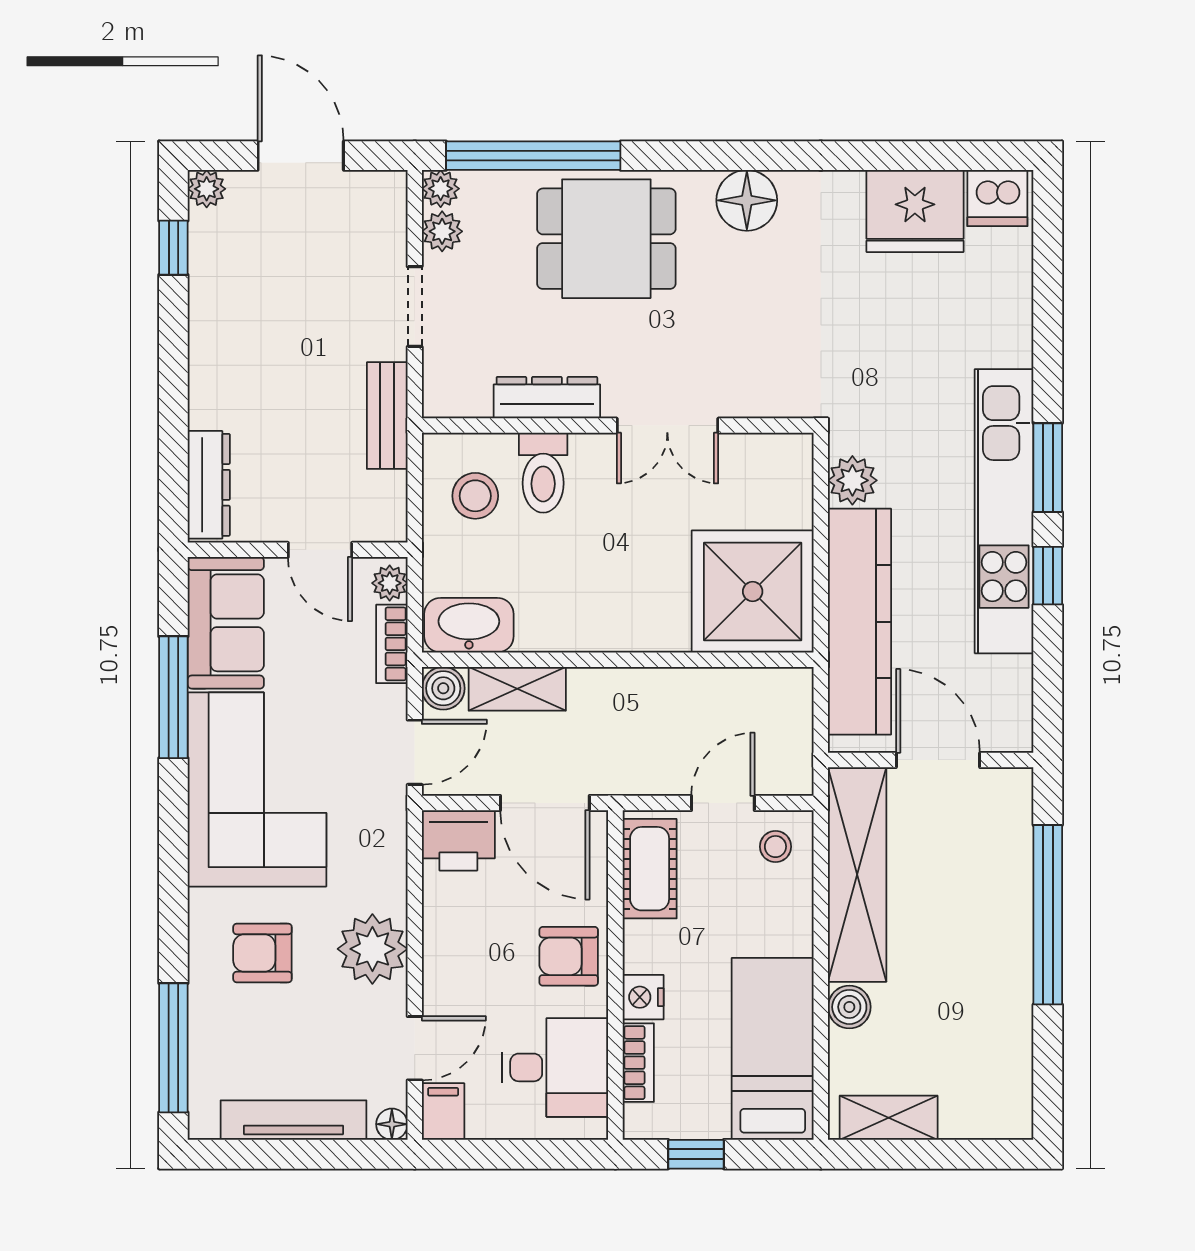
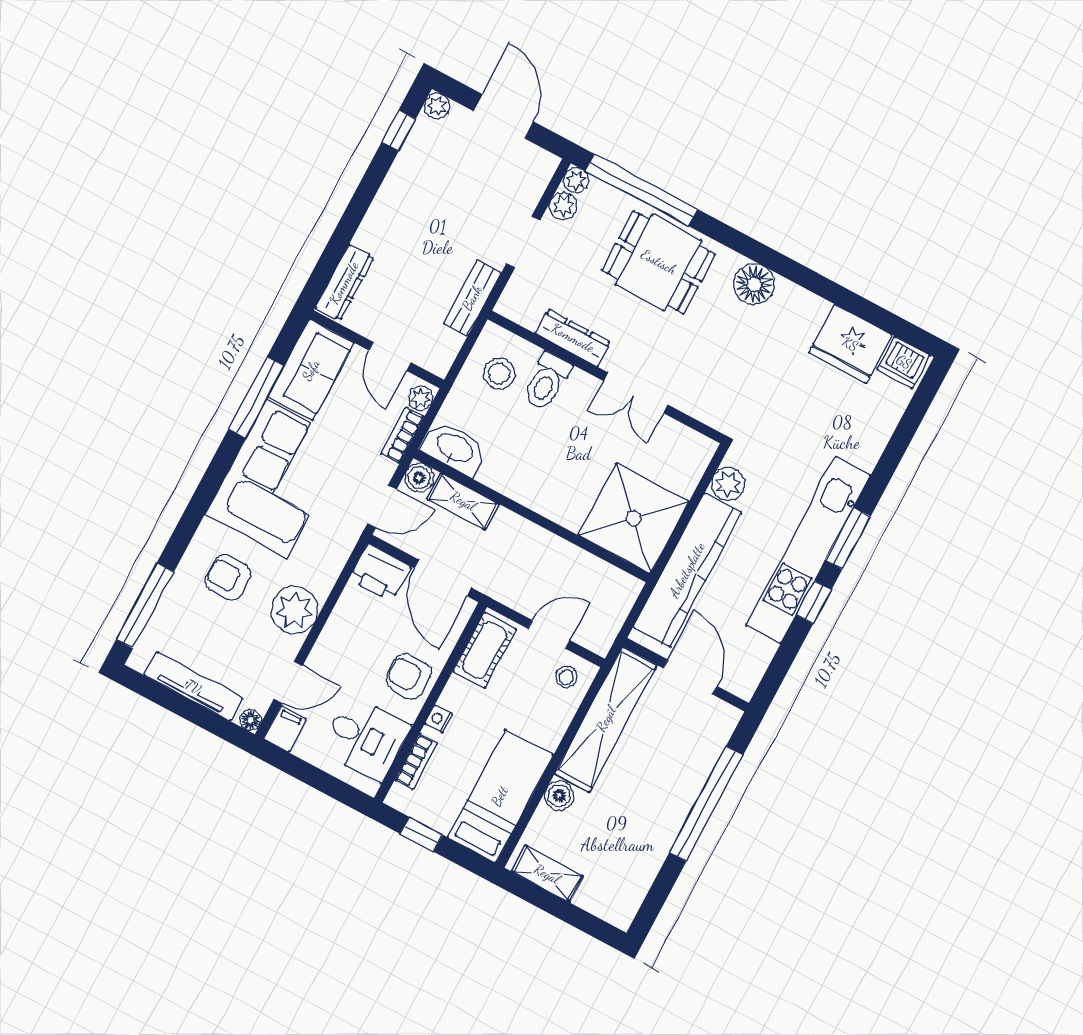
nightstand: (643, 997) -> (439, 719), width x0.72, depth x0.74

